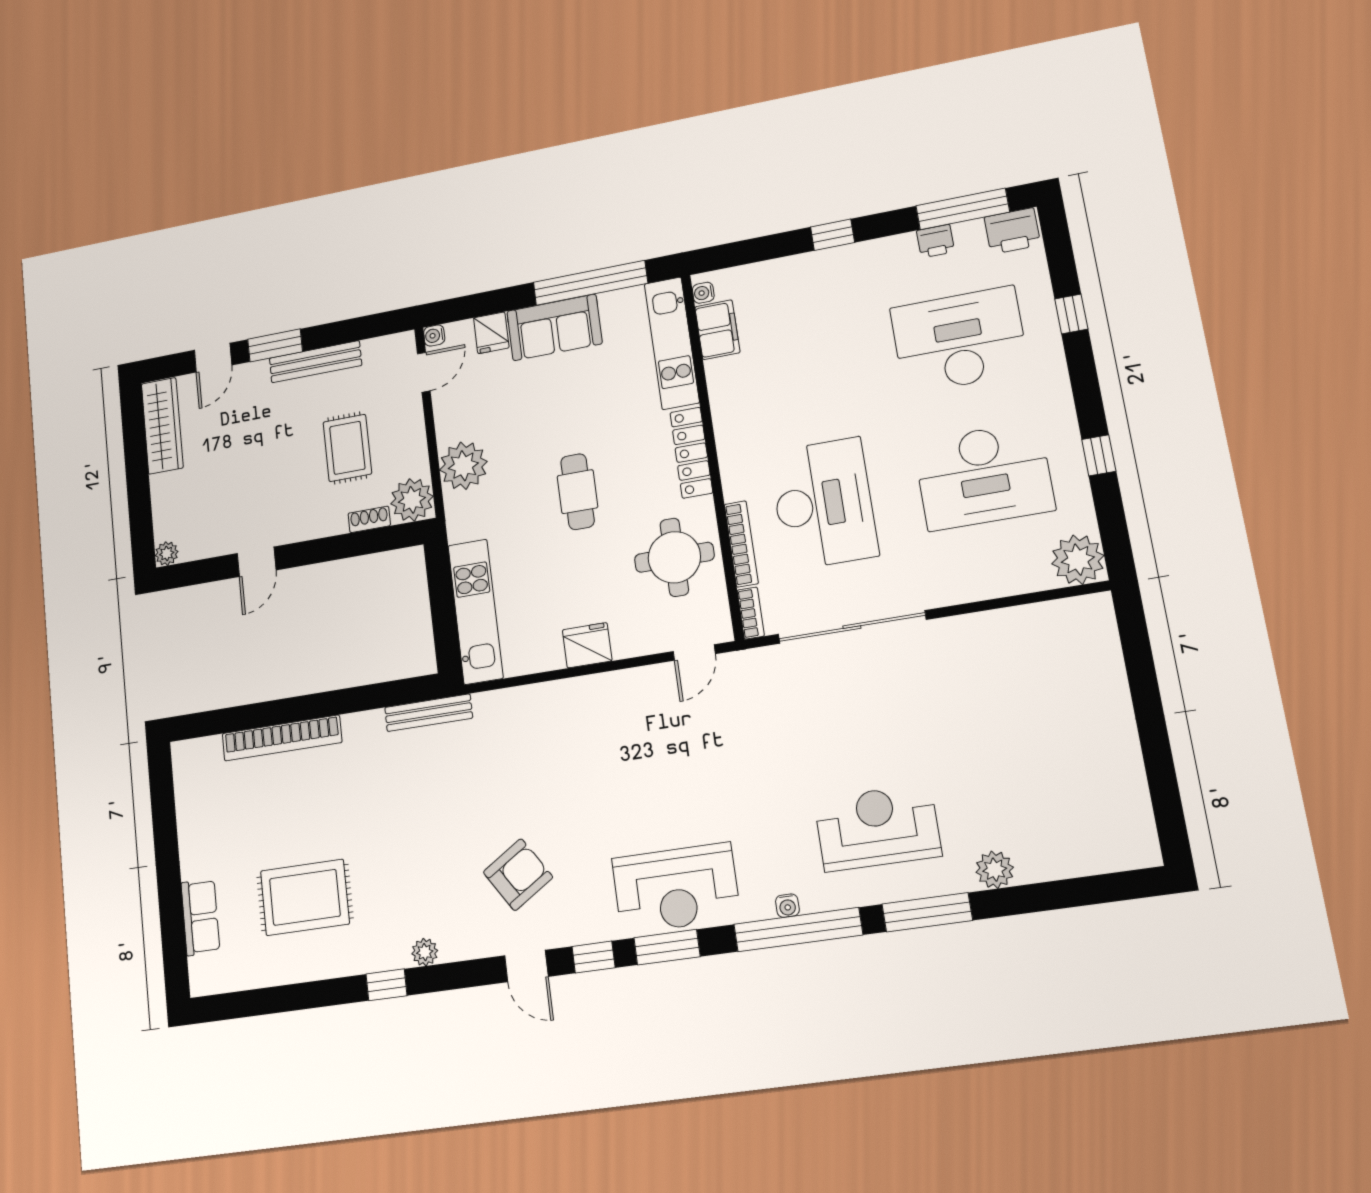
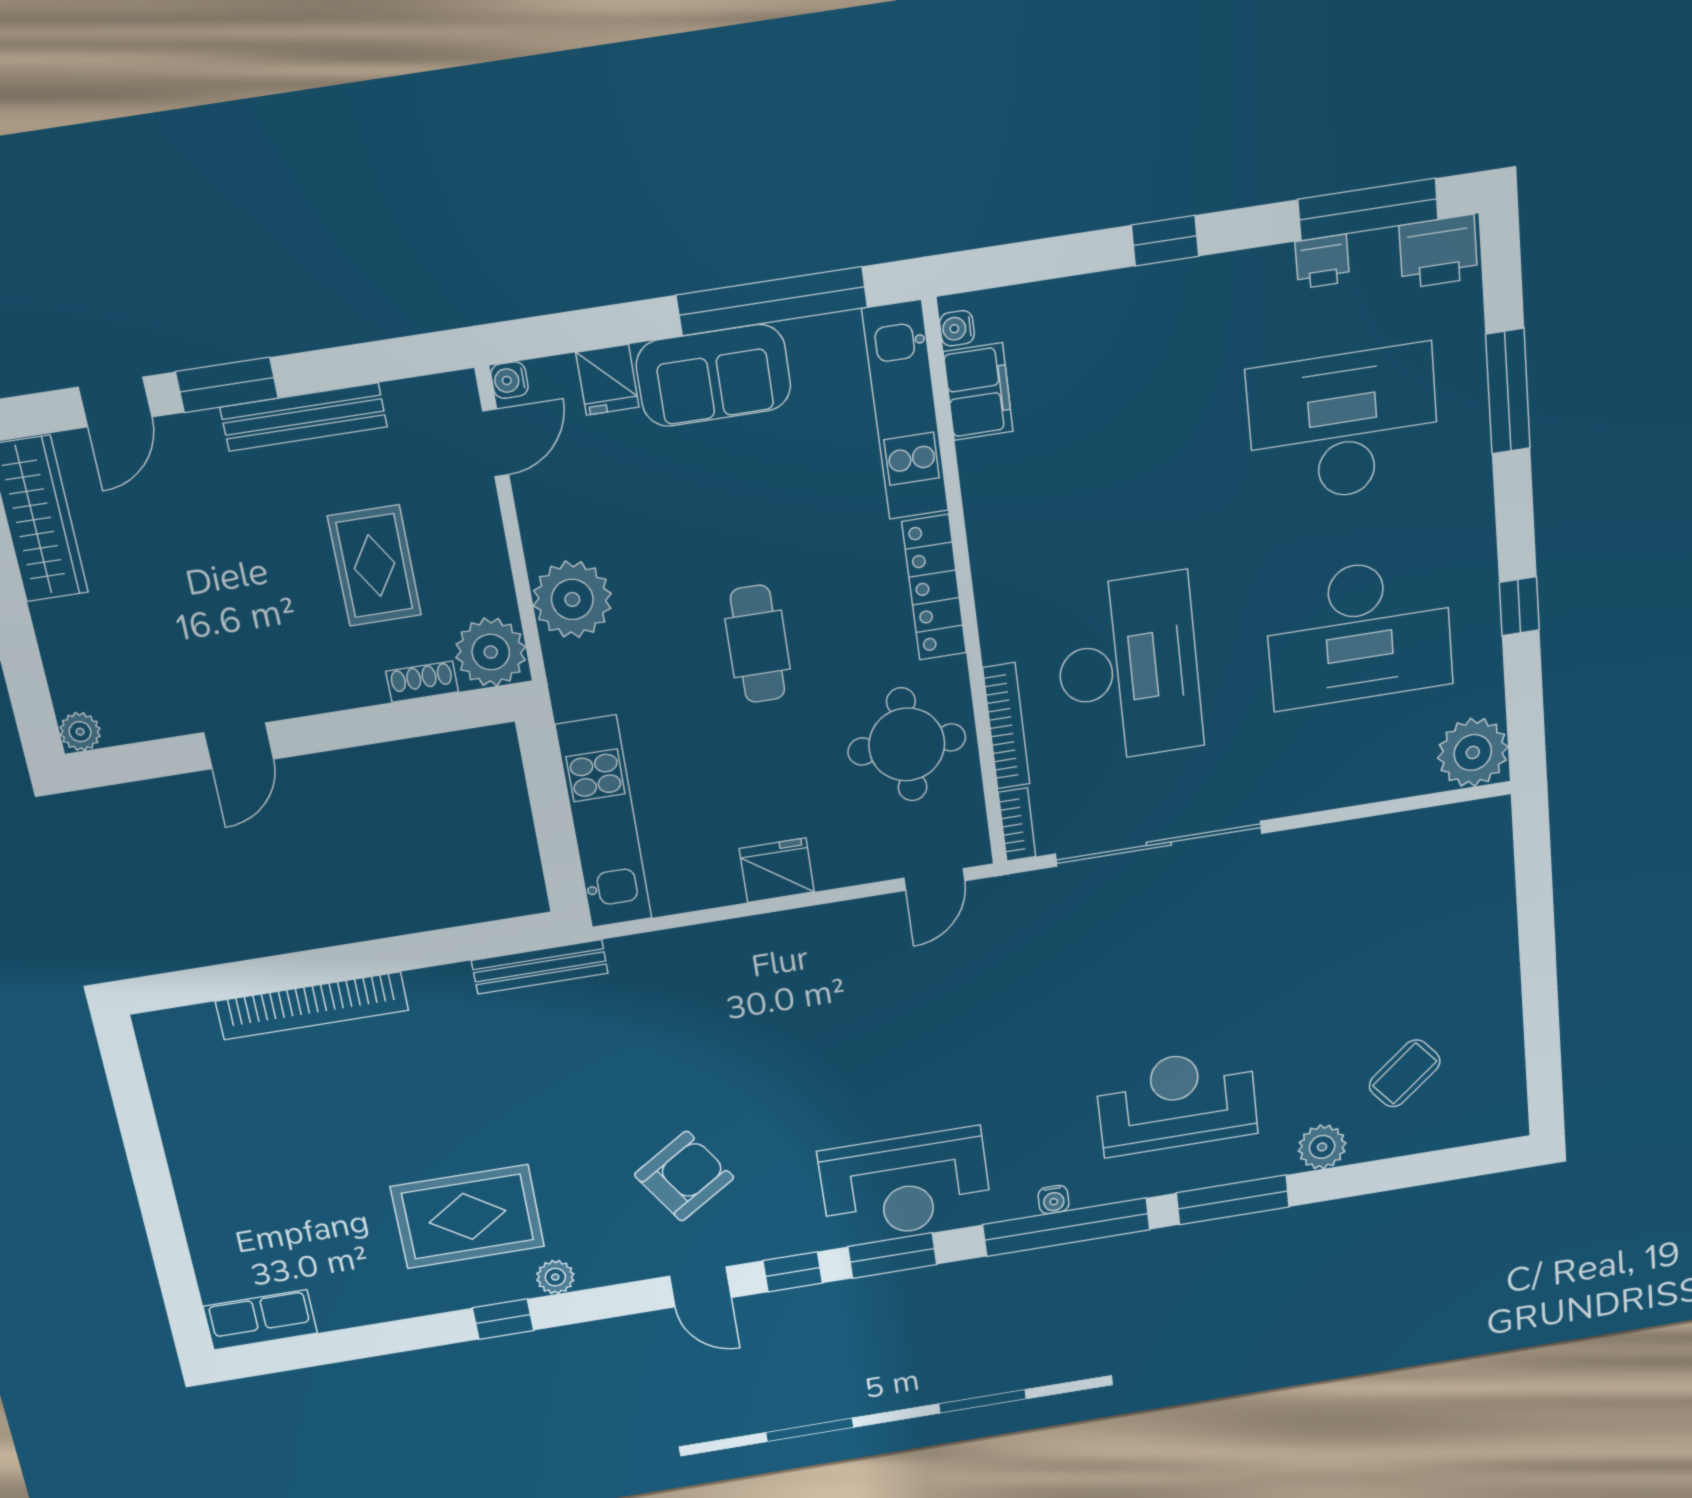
window: (1071, 314) -> (1508, 391), width x2.17
coffee table: (1055, 810) -> (1405, 1073), added
rug: (305, 897) -> (468, 1217), moved
row of seats: (200, 917) -> (260, 1320), moved, turned -90

